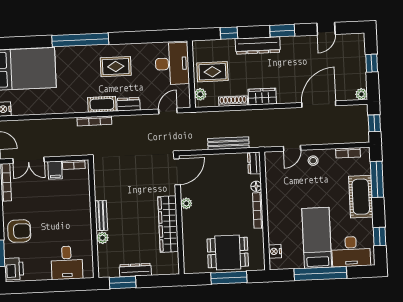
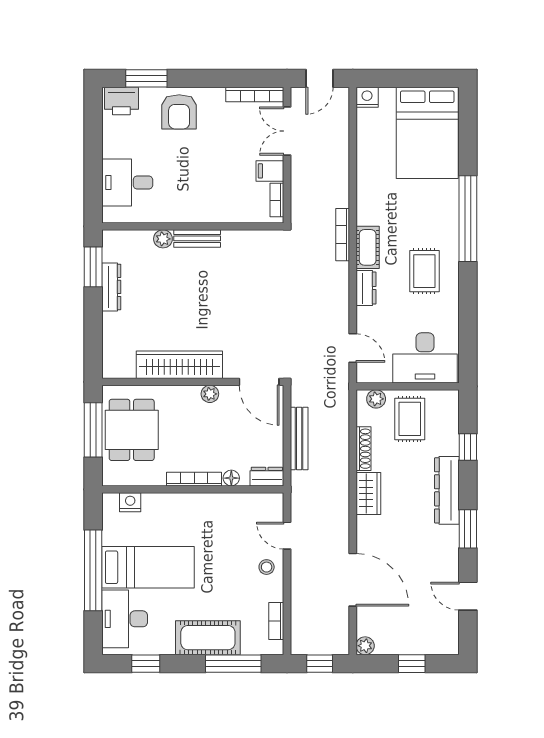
door: (177, 172) -> (259, 382), moved
plant: (186, 203) -> (210, 394), moved
wall: (179, 215) -> (193, 382), moved
wardrobe: (168, 224) -> (179, 365), moved

